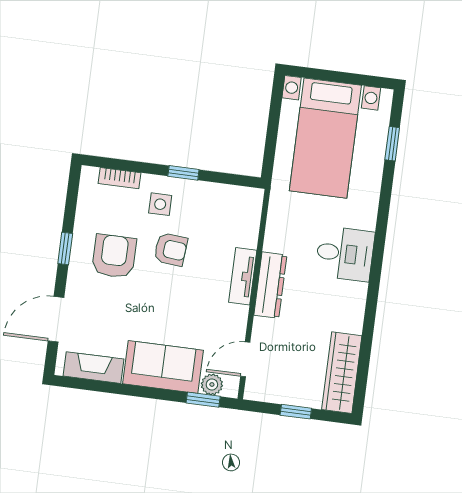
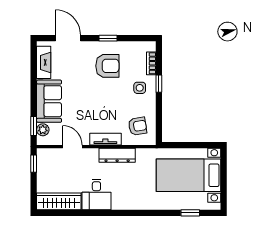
window: (183, 173) -> (159, 84), moved
armchair: (171, 249) -> (138, 126), moved, turned -104
desk: (345, 254) -> (96, 195), moved
dresser: (270, 285) -> (117, 155), moved
door: (245, 359) -> (72, 147), moved
window: (296, 412) -> (34, 164), moved

